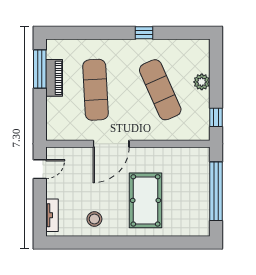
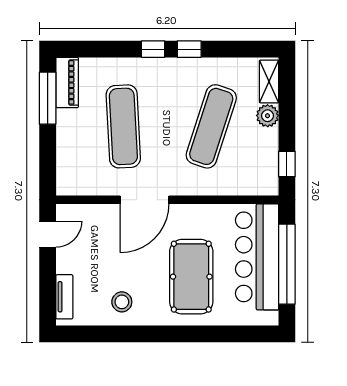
window: (117, 33) -> (153, 49), added
shelving: (203, 57) -> (269, 81), added
piano: (54, 78) -> (67, 82), moved
exercise mat: (160, 90) -> (211, 126), turned 42
bar counter: (194, 186) -> (257, 257), added

